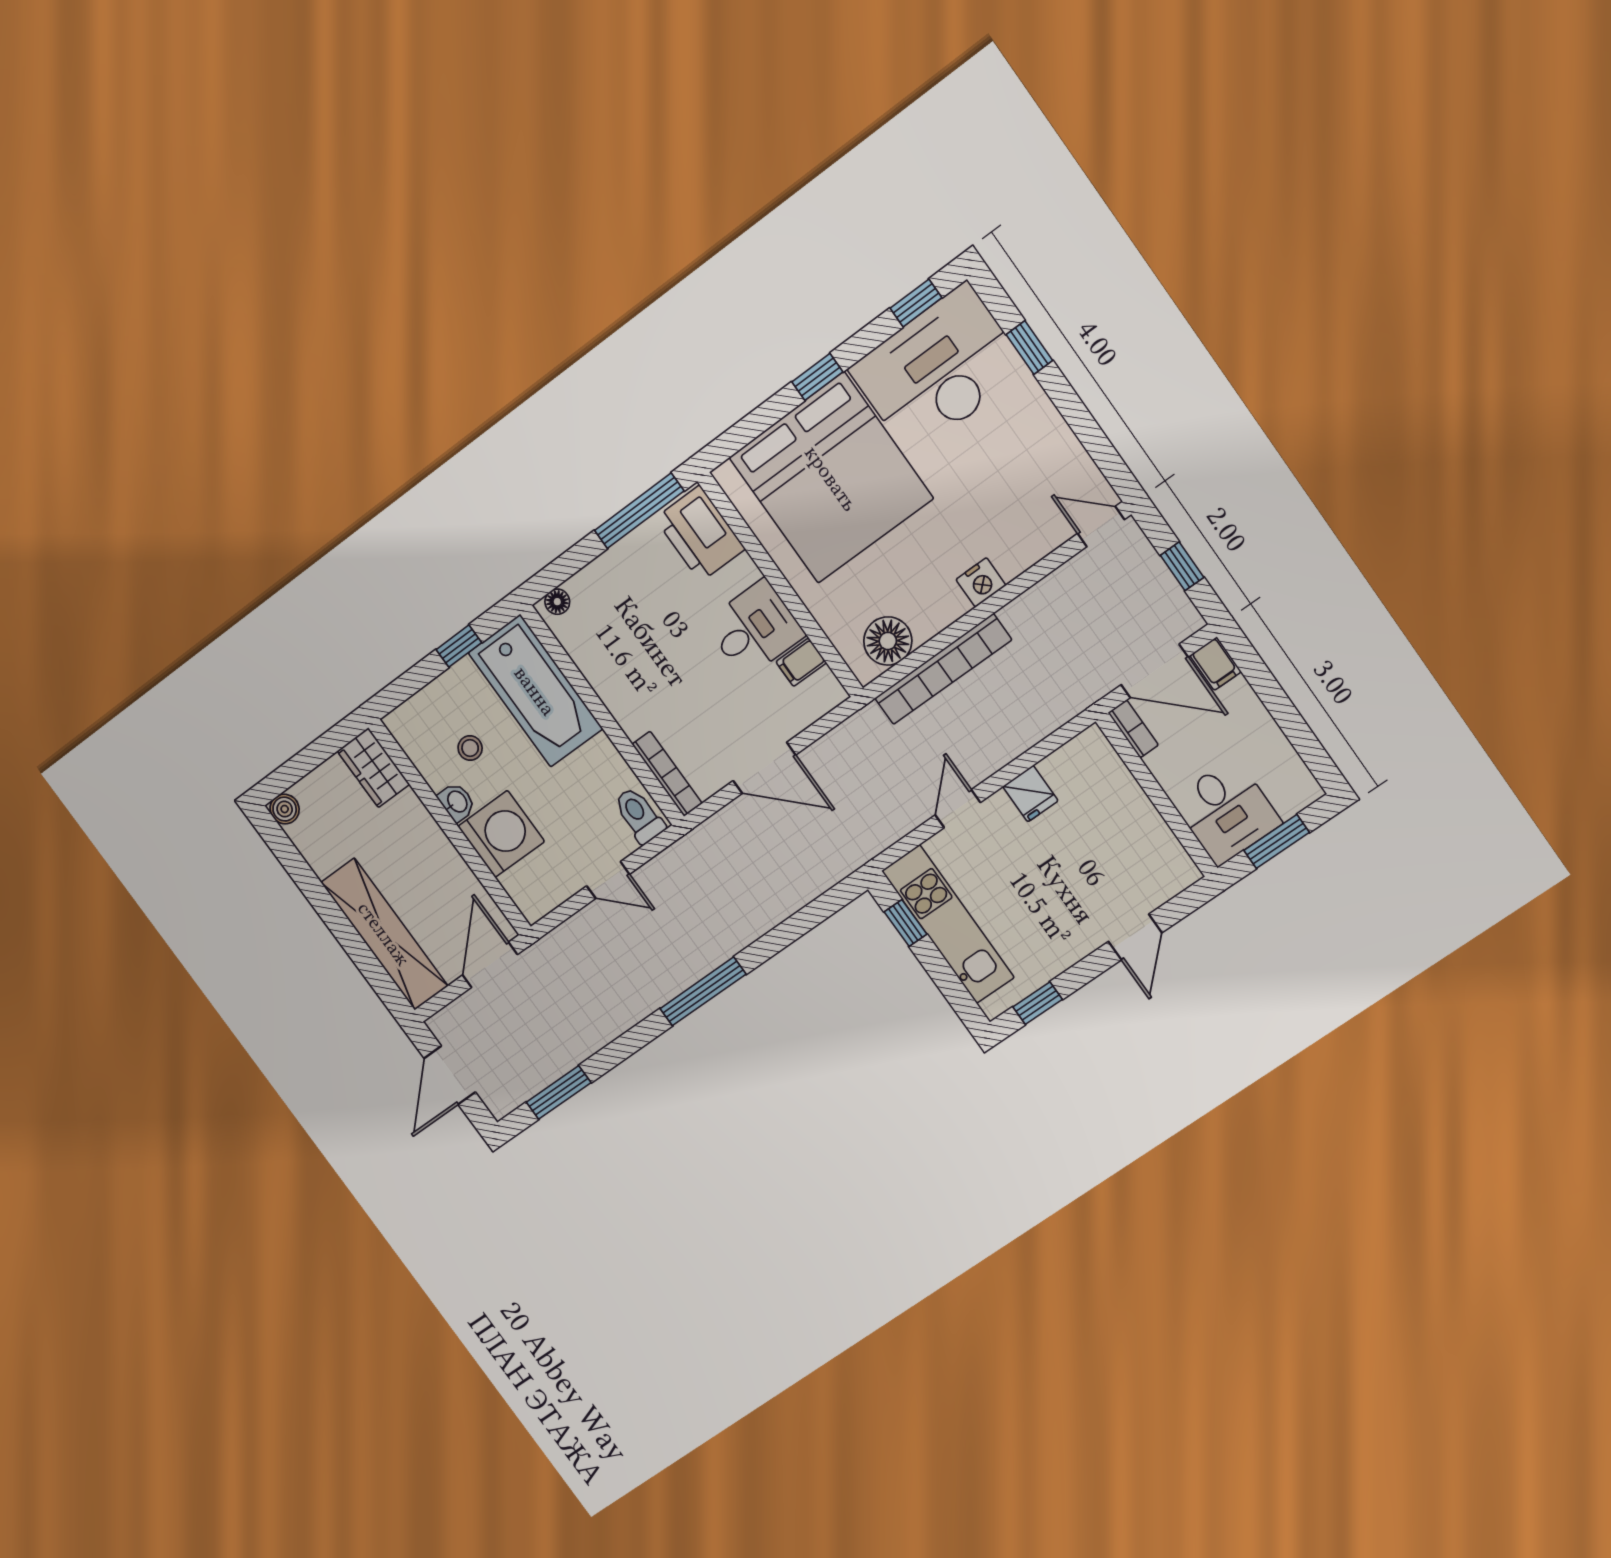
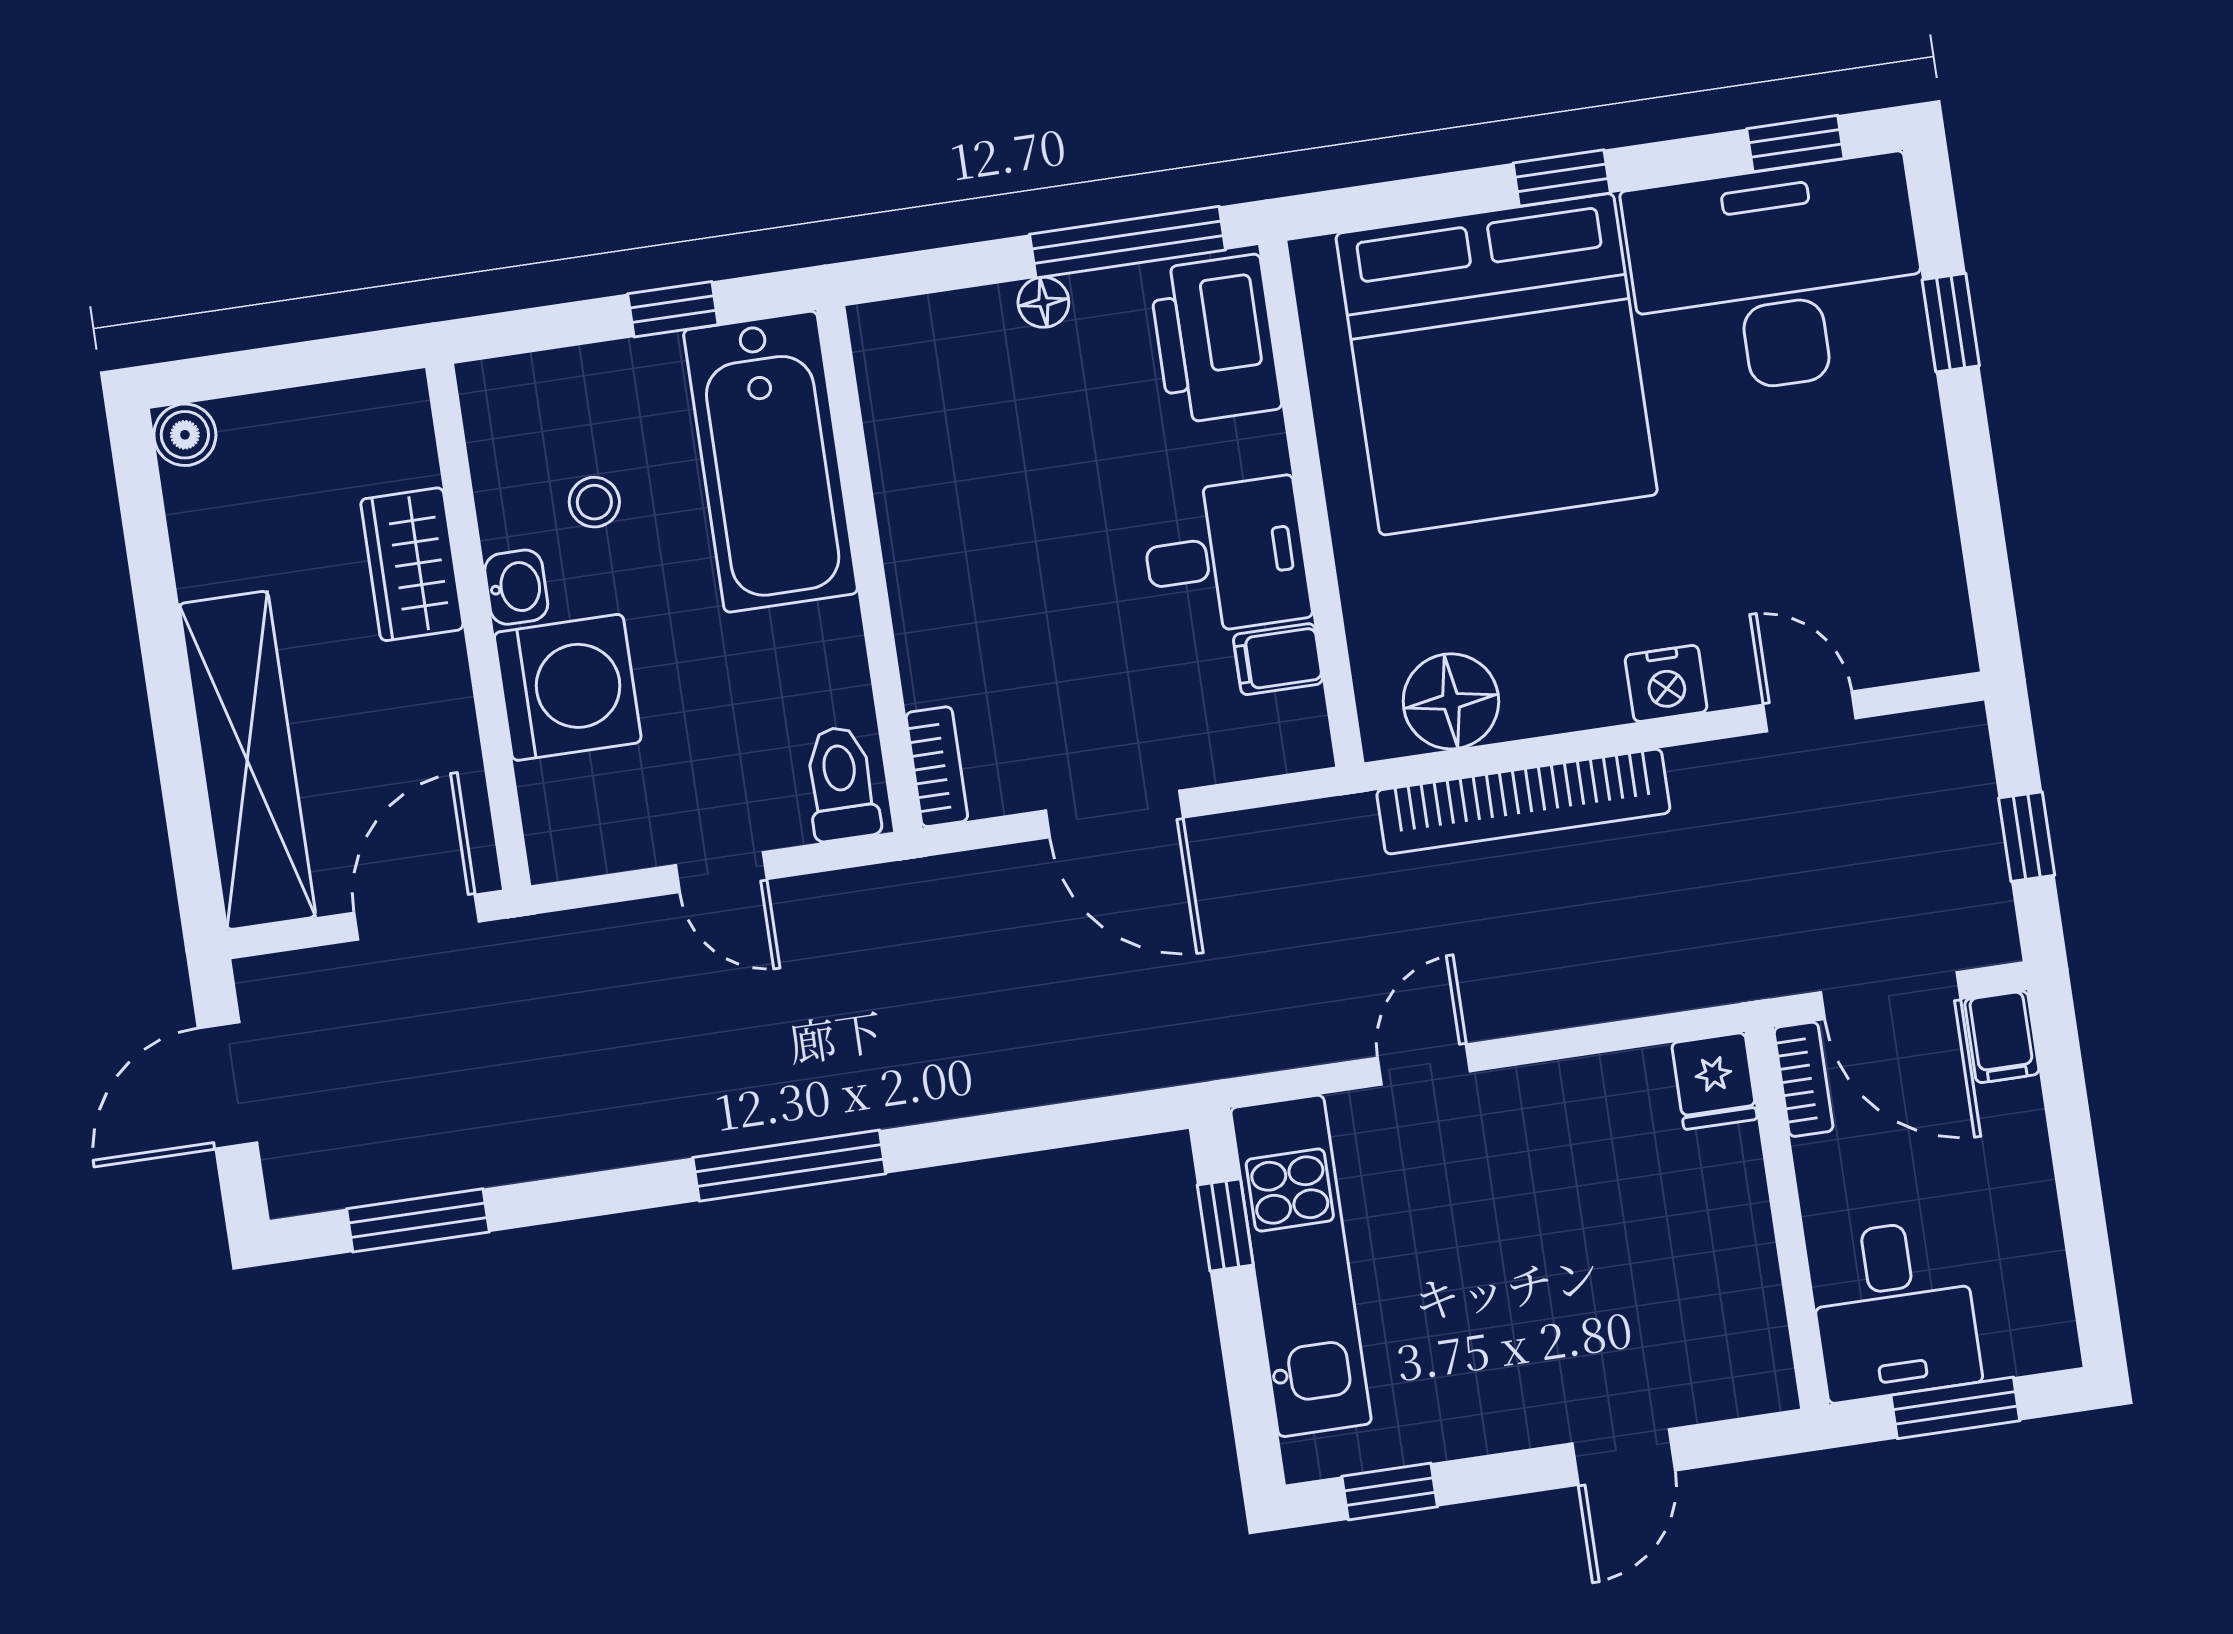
door: (1101, 527) -> (1810, 711), moved
floor lamp: (557, 602) -> (1043, 302), moved
wardrobe: (373, 768) -> (412, 564), moved
bookcase: (667, 774) -> (937, 767), width x0.64
fridge: (1030, 794) -> (1714, 1081), moved

